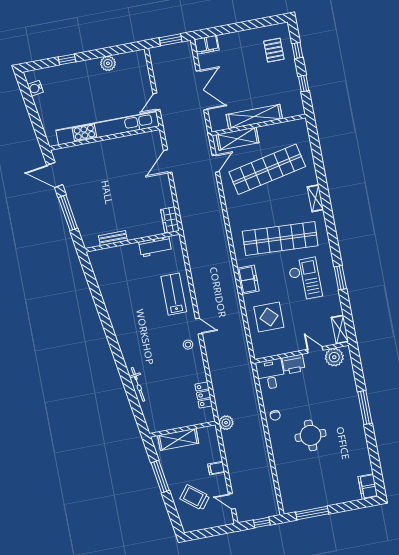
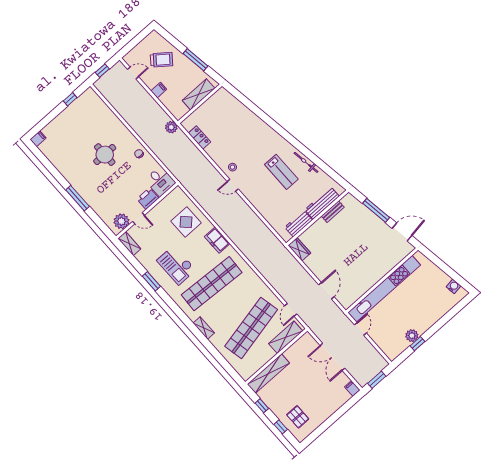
filing cabinet: (207, 45) -> (352, 388), width x0.50
window: (67, 59) -> (417, 344), moved
shelving: (254, 117) -> (268, 374), moved
workbench: (119, 253) -> (322, 203), added
lab bench: (174, 294) -> (281, 172), moved
bicycle: (138, 384) -> (306, 162), moved
filing cabinet: (368, 487) -> (38, 139), width x0.50
window: (312, 513) -> (70, 99), width x0.46

